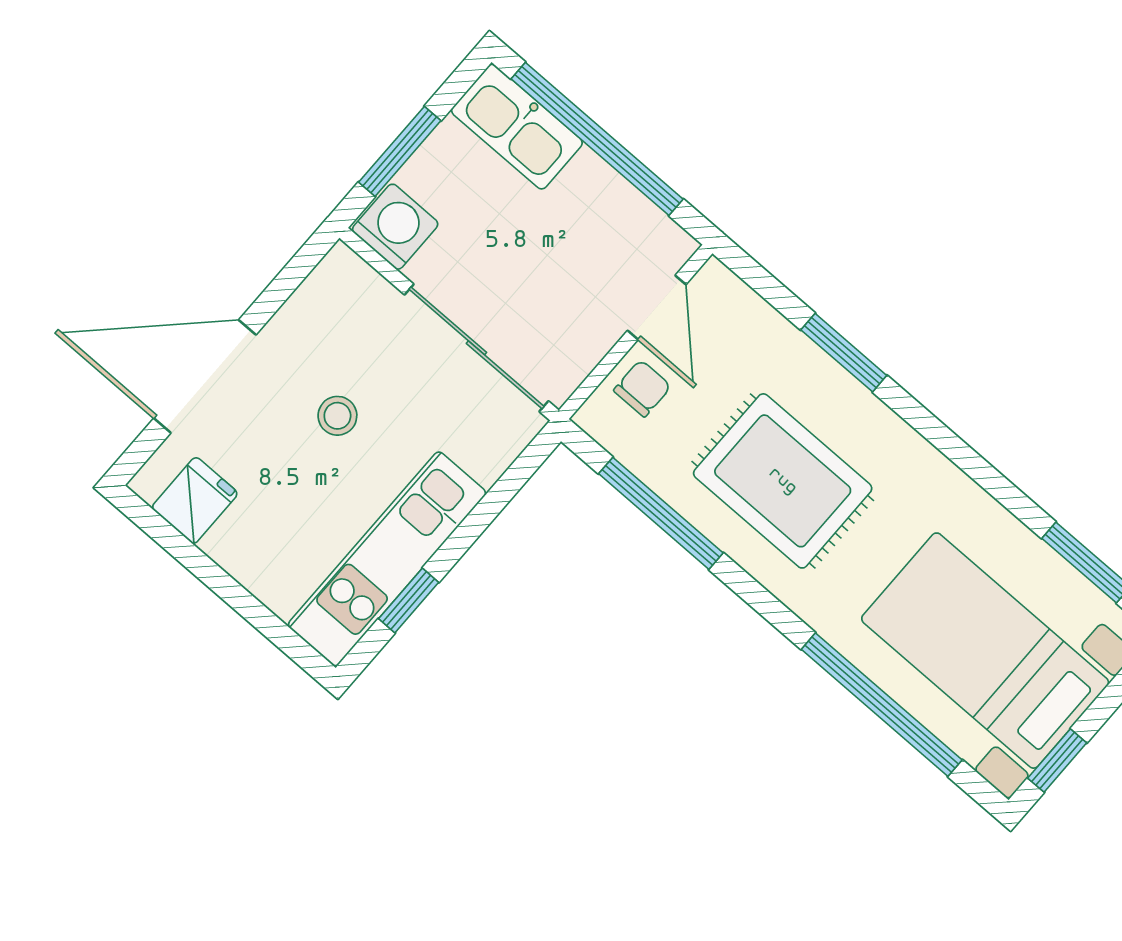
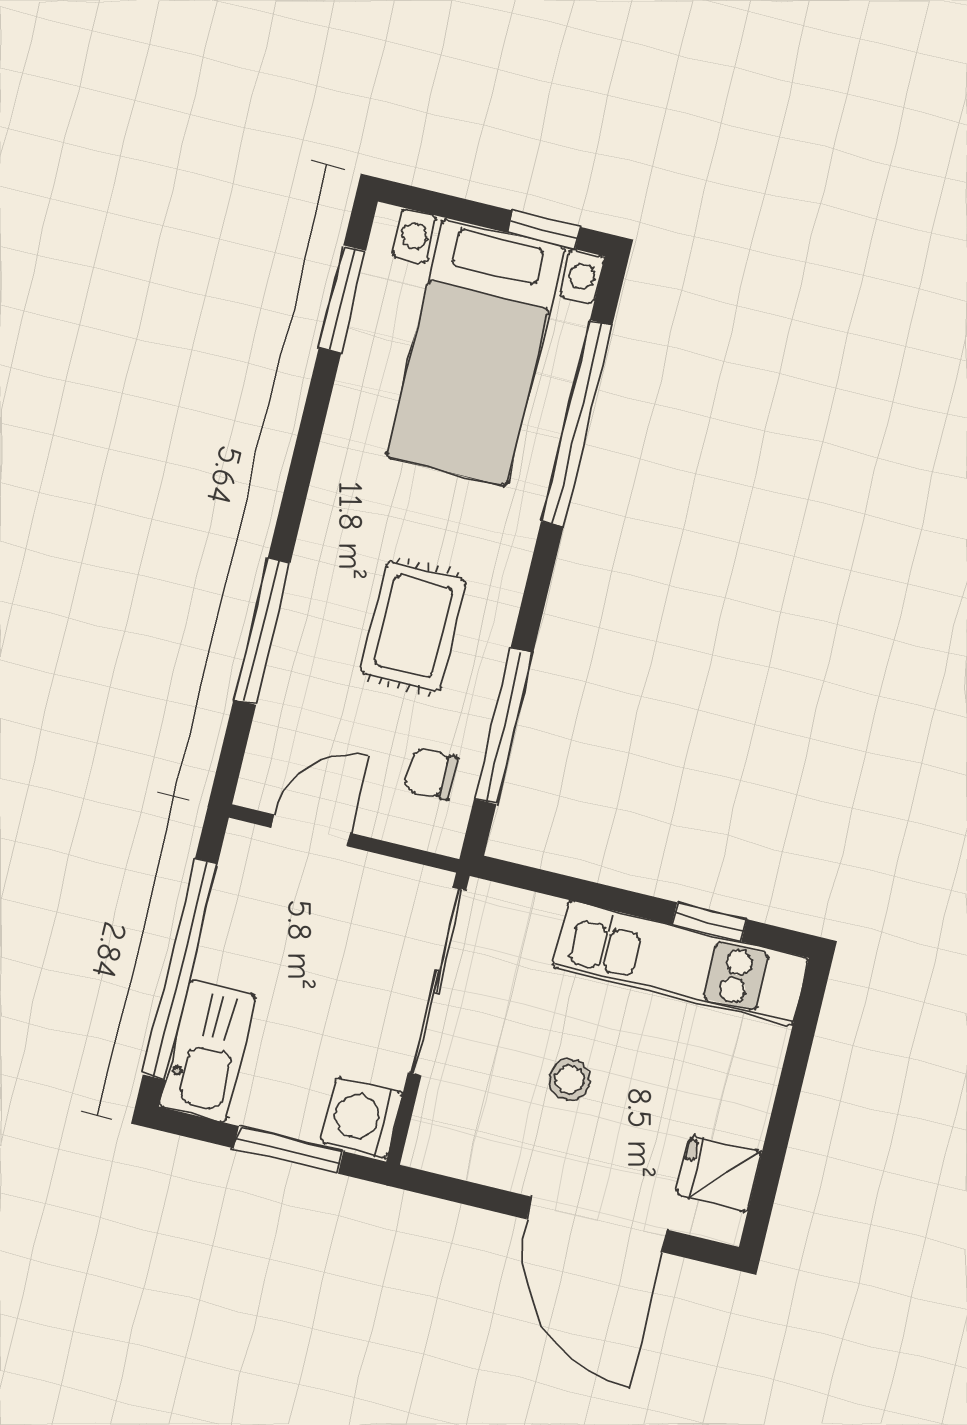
window: (844, 353) -> (262, 631), width x1.44
chair: (642, 388) -> (431, 774), moved
rug: (783, 481) -> (413, 626), width x0.73, depth x0.70

